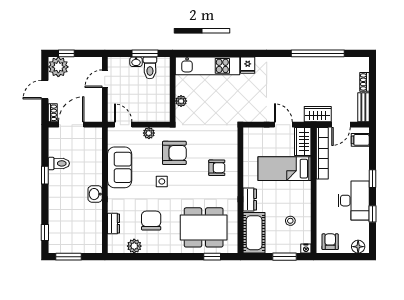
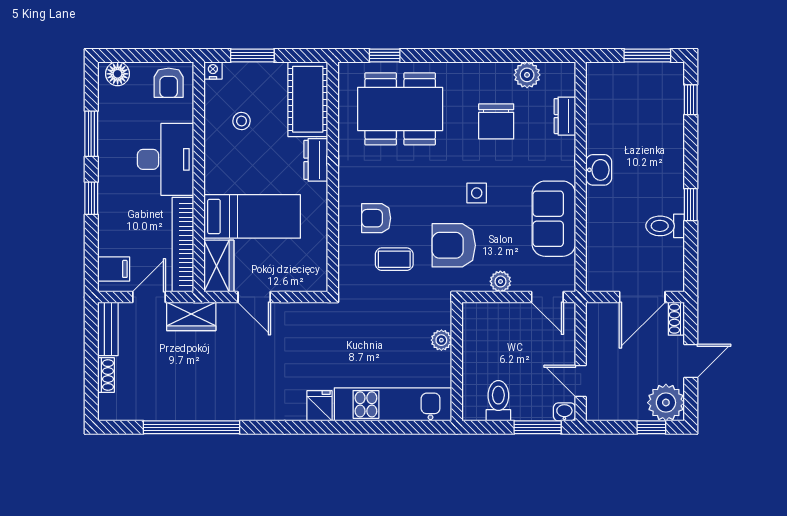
window: (145, 53) -> (538, 427), moved
washbasin: (136, 62) -> (564, 412), moved
door: (105, 79) -> (581, 381), swing flipped
coffee table: (207, 145) -> (394, 259), added
desk: (354, 201) -> (165, 159), moved, turned 180
window: (372, 214) -> (91, 134), width x1.50

